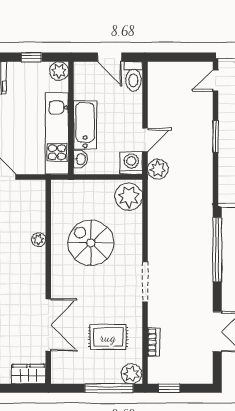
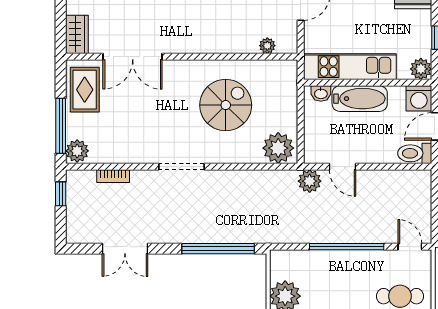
window: (215, 136) -> (347, 247), width x2.11
washing machine: (131, 163) -> (419, 98), moved, turned 90
plant: (39, 240) -> (267, 46), moved
rug: (108, 337) -> (85, 90), moved

